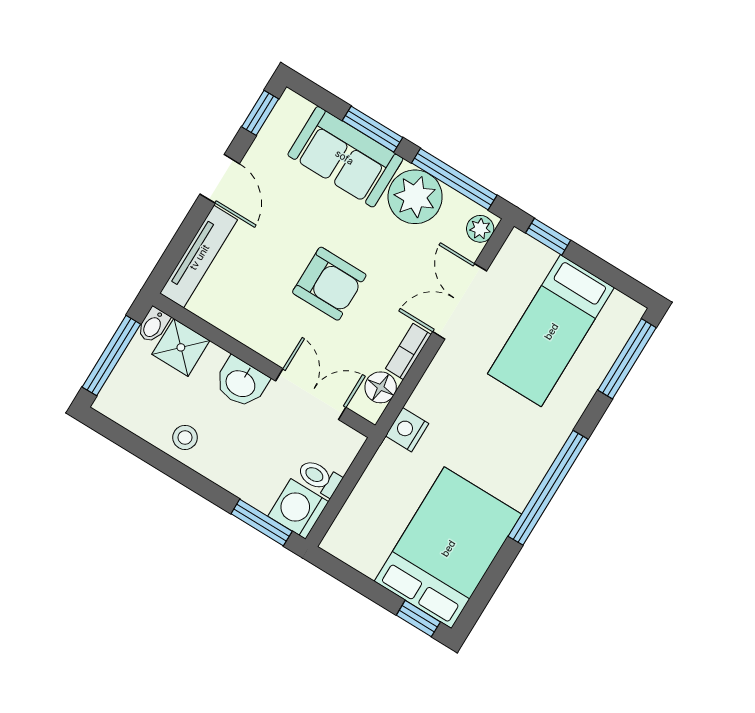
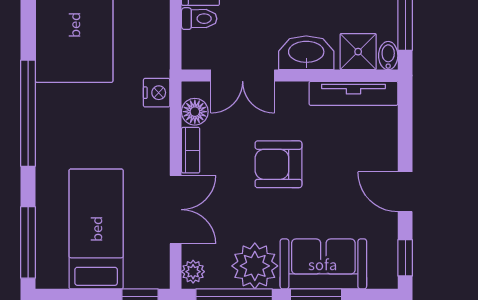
tv unit: (199, 257) -> (353, 93), moved, turned -90
washbasin: (241, 383) -> (306, 53), width x1.38

